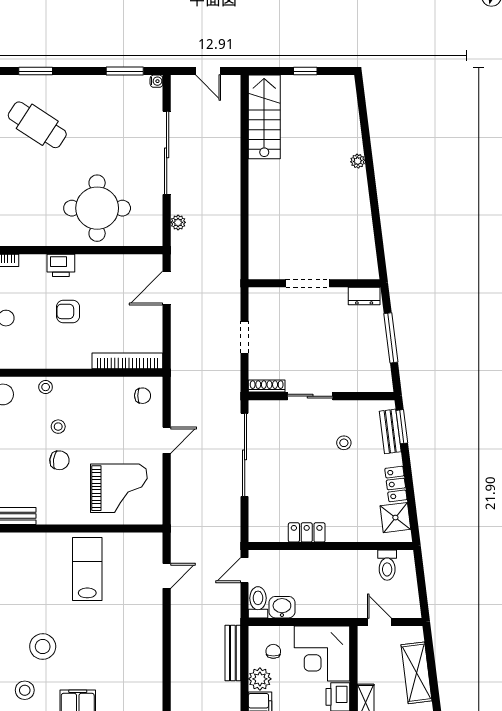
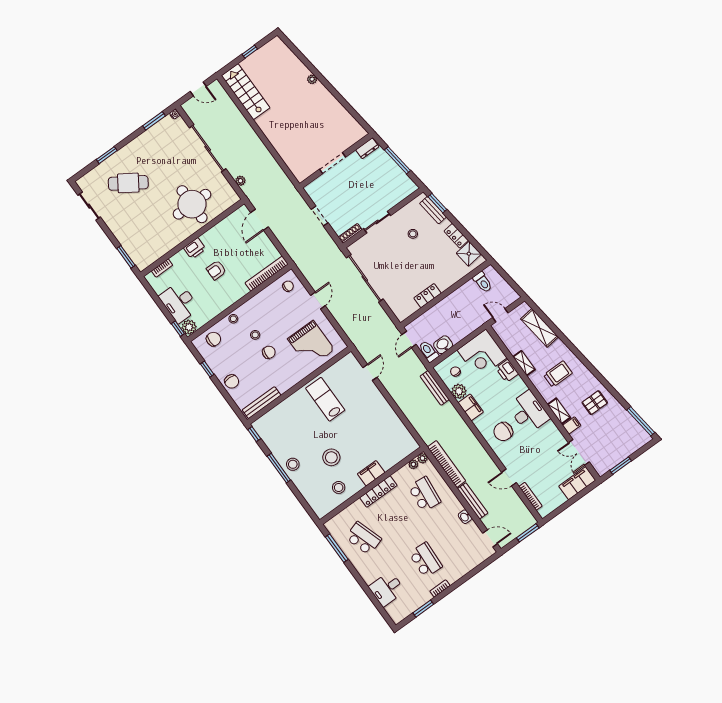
grand piano: (119, 488) -> (311, 344), turned 90

